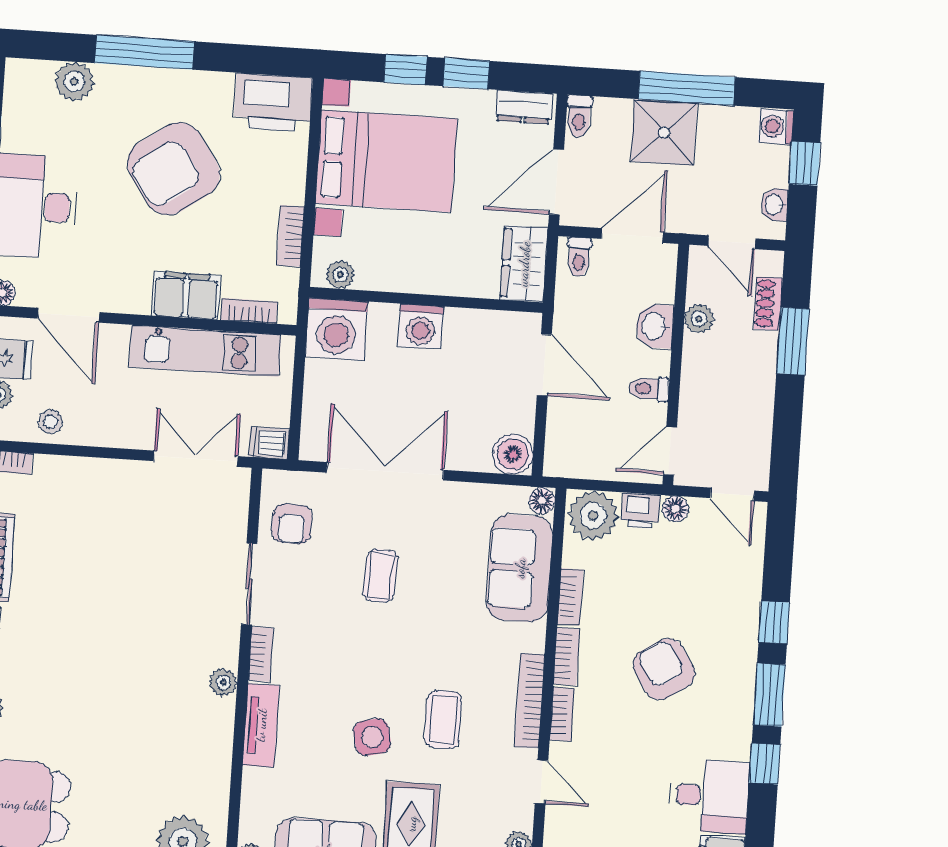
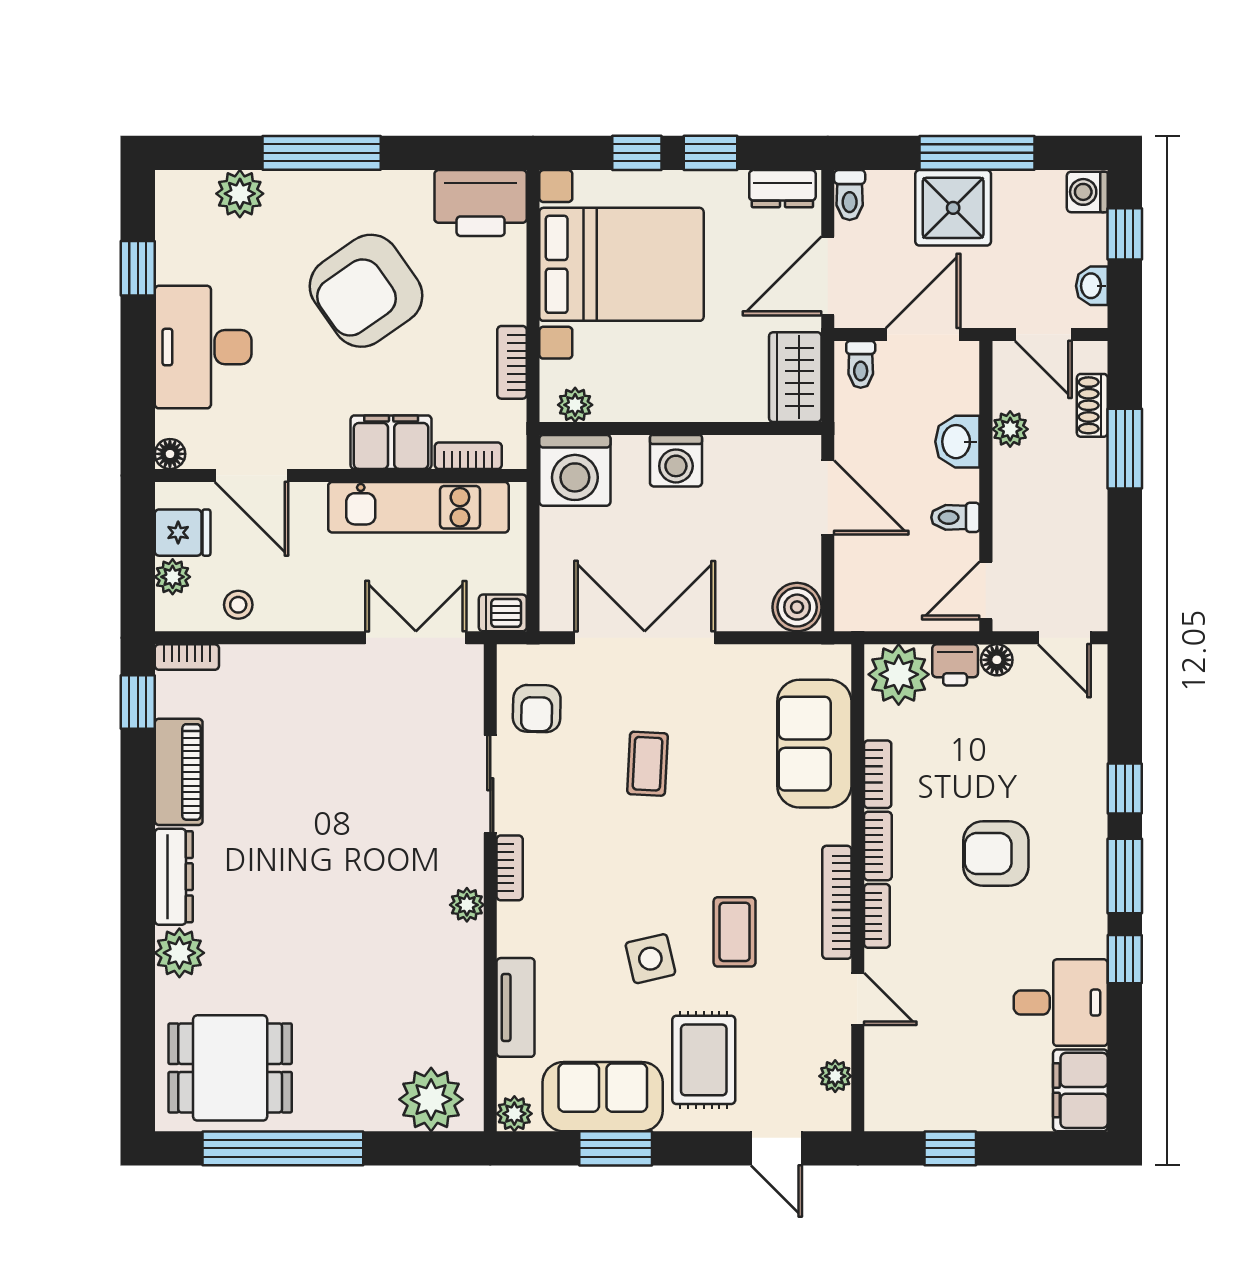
floor lamp: (542, 501) -> (836, 661), removed
armchair: (664, 669) -> (996, 853), turned -57
tv unit: (261, 725) -> (516, 1007), moved

